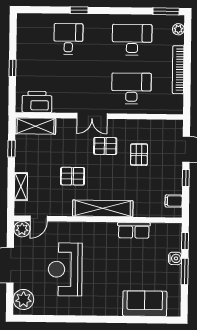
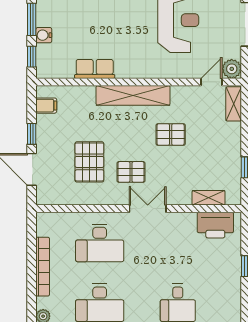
shelving: (35, 126) -> (209, 198), width x0.67, depth x0.75
pallet: (139, 155) -> (89, 162), width x1.50, depth x1.42
shelving: (21, 187) -> (234, 104), moved

